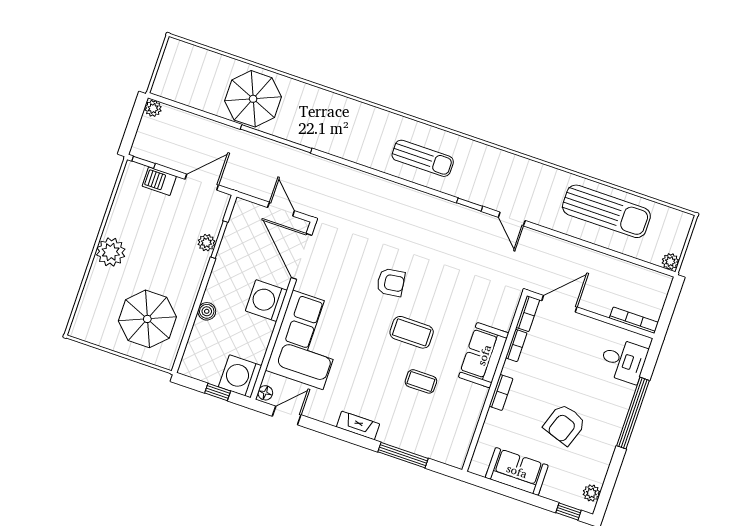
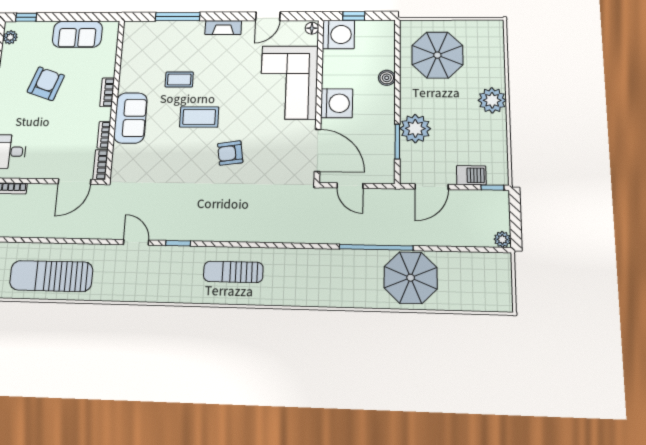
plant: (206, 243) -> (415, 129), width x1.87, depth x1.87
door: (287, 416) -> (268, 16), moved

